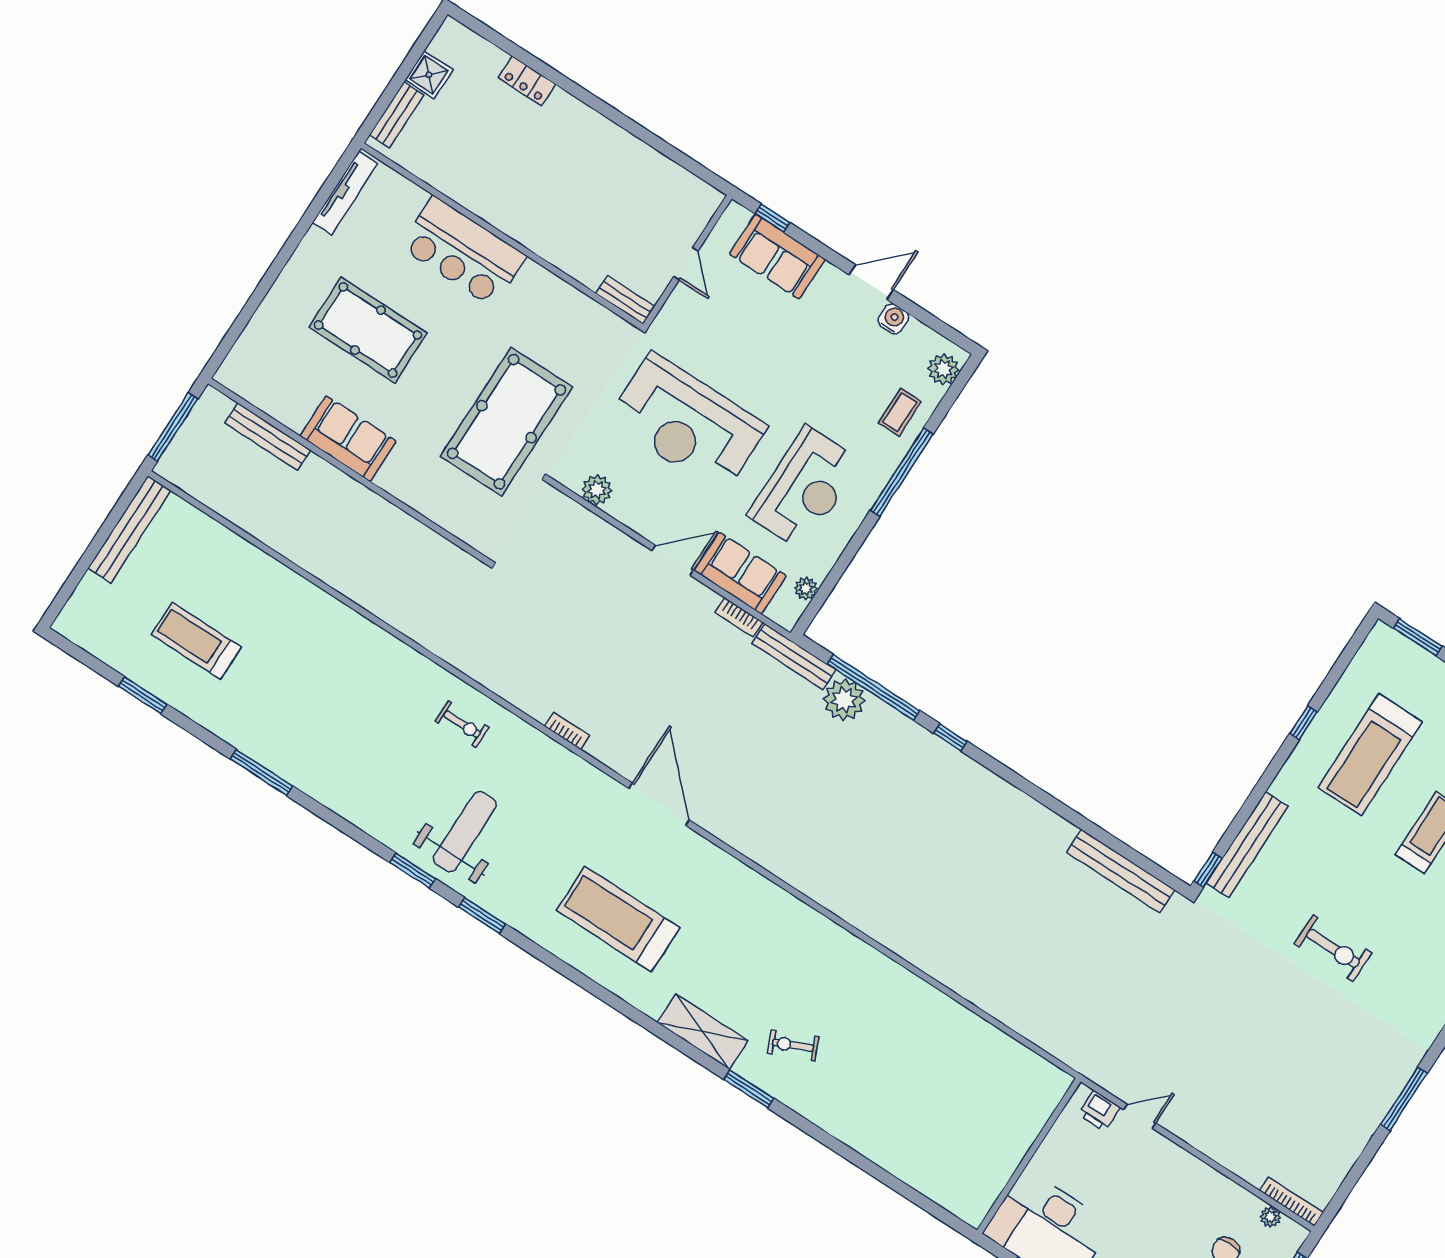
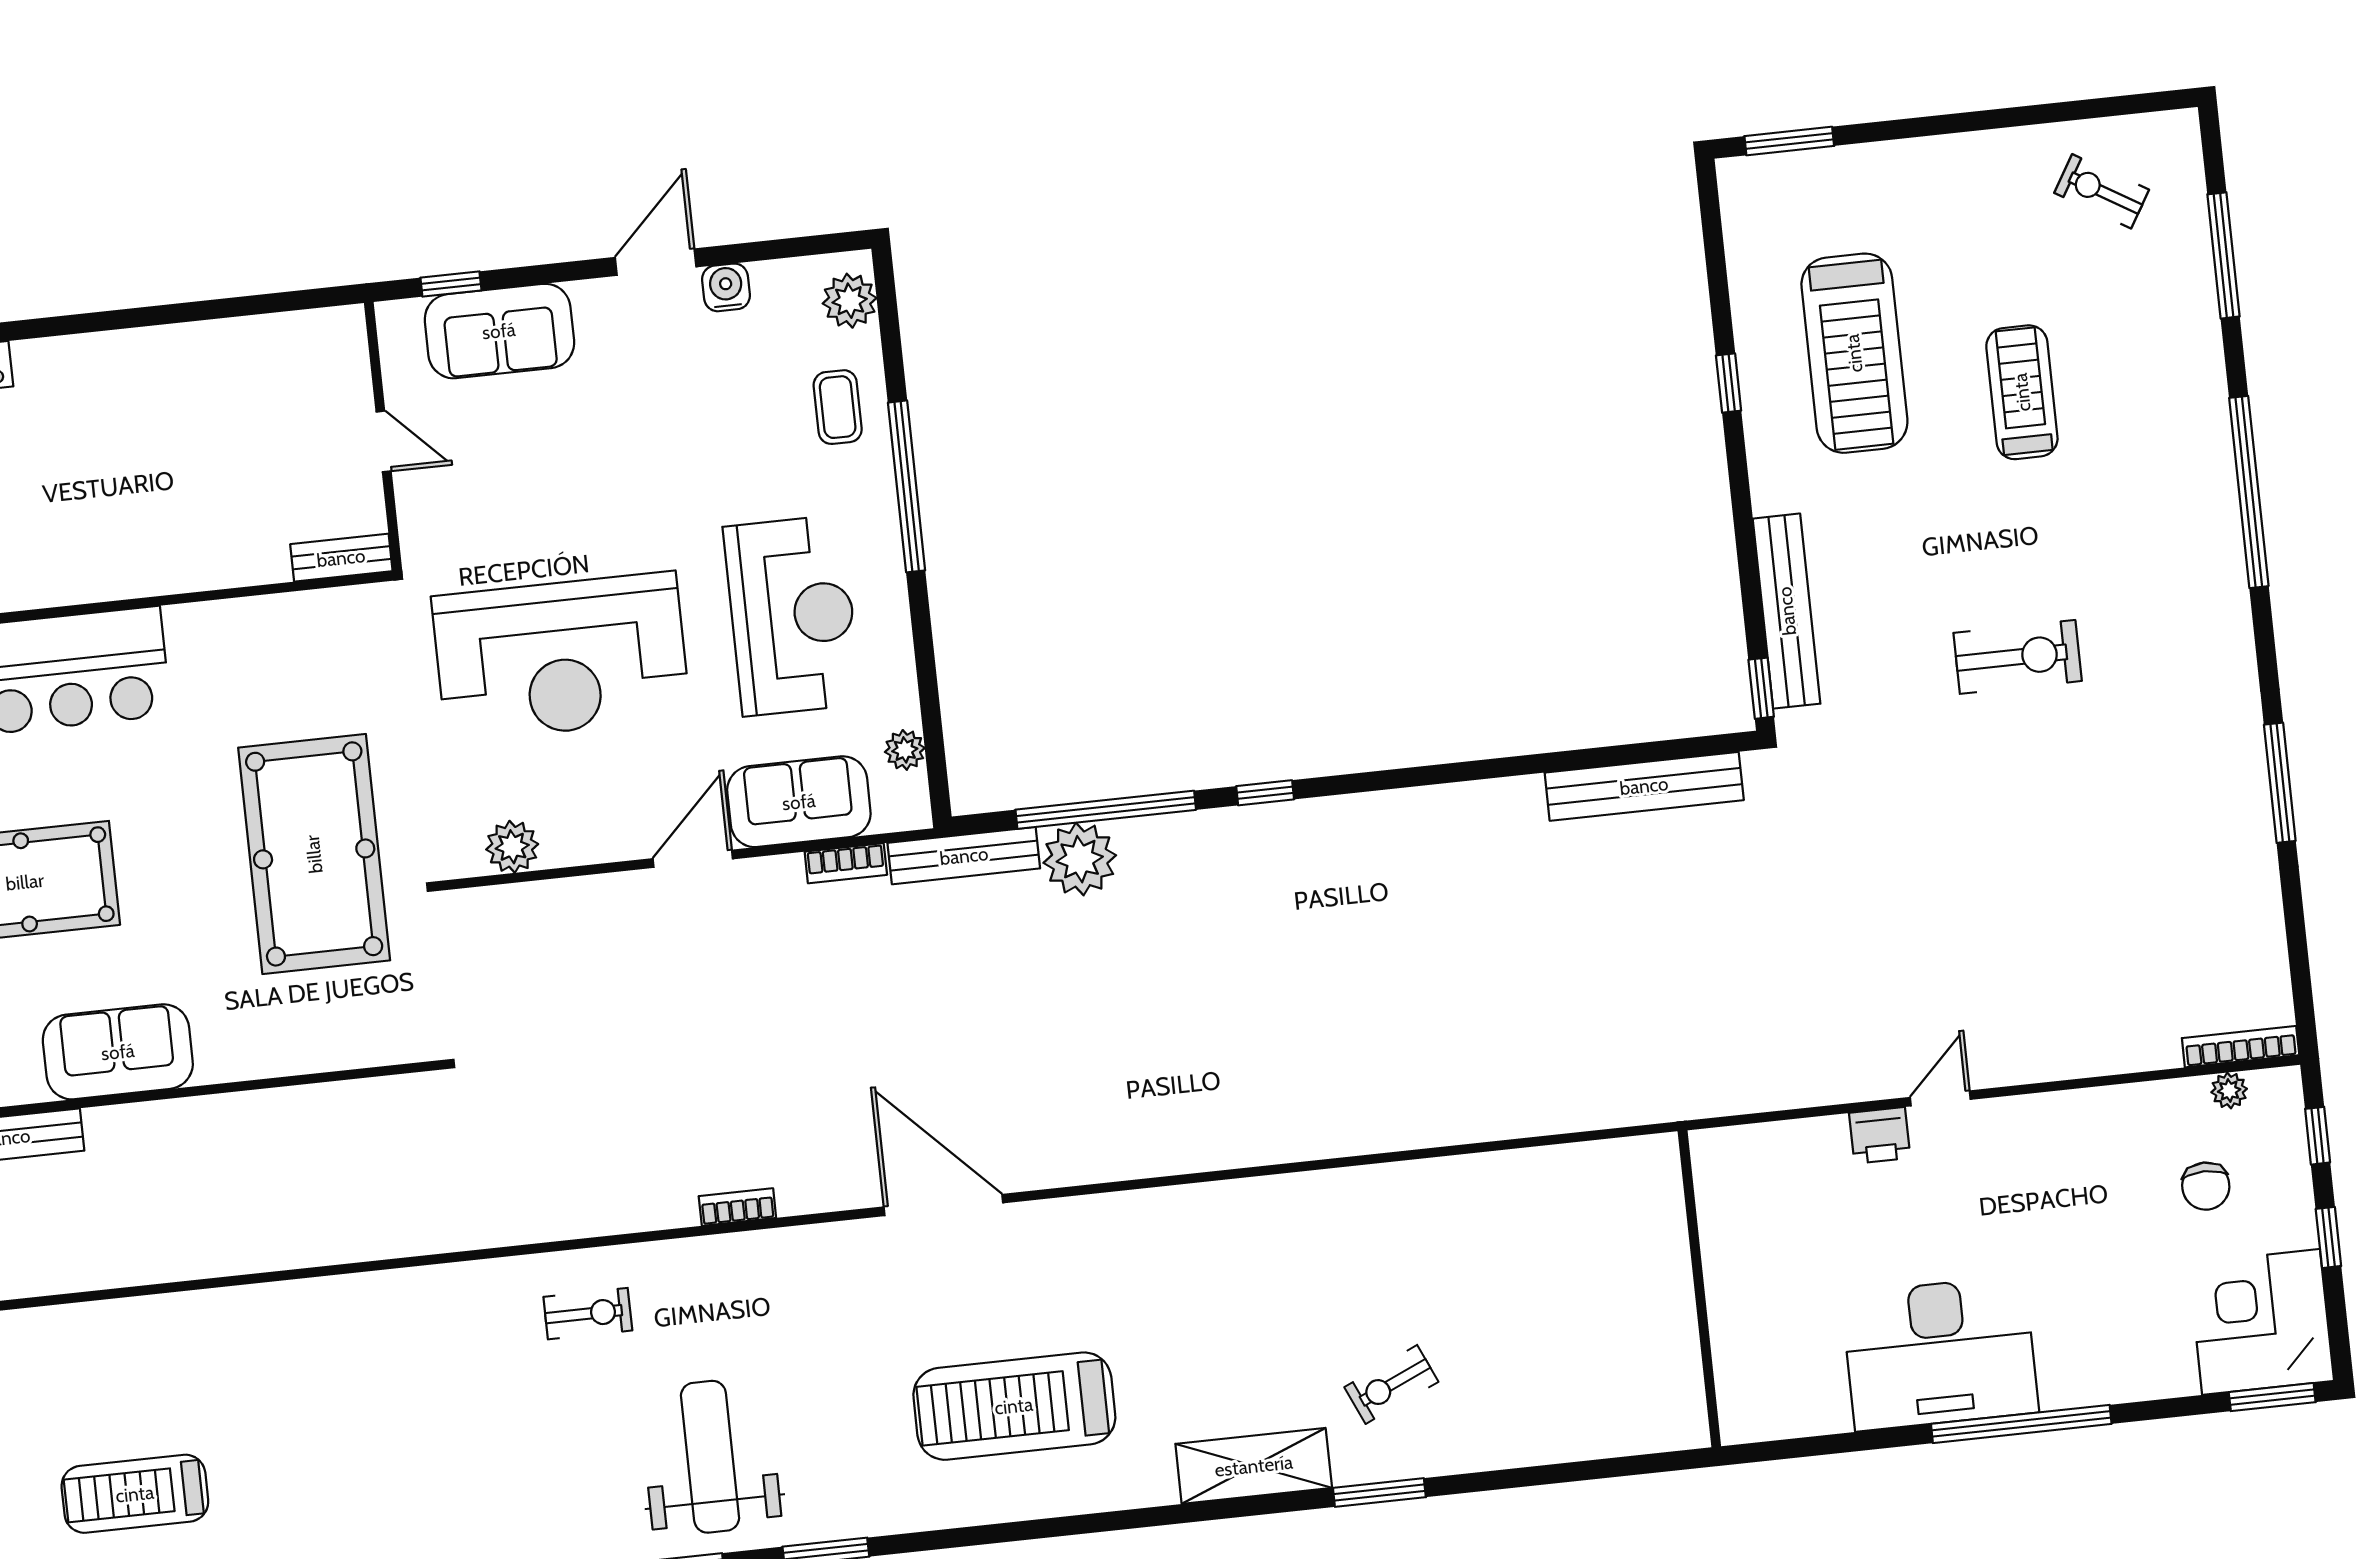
wall: (1029, 1156) -> (1699, 1289), moved

